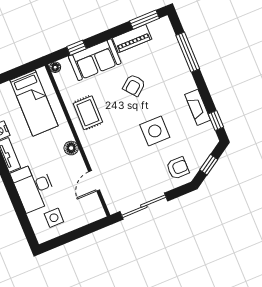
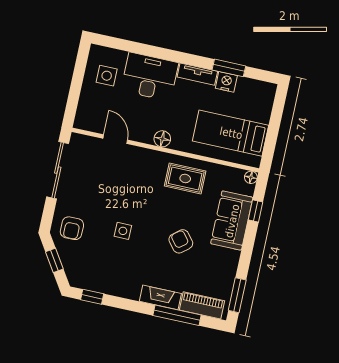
piano: (132, 39) -> (202, 305), moved, turned 90
fireplace: (198, 107) -> (160, 297), moved
side table: (155, 131) -> (123, 231), width x0.54, depth x0.54

